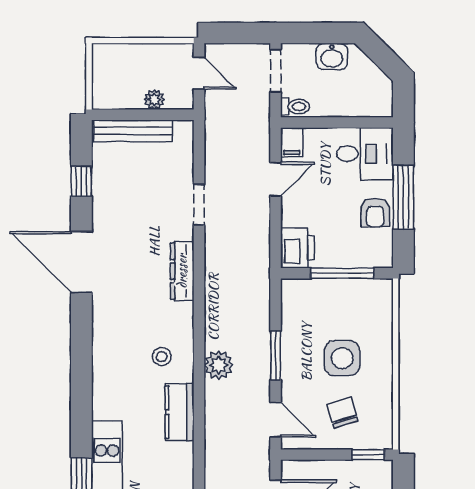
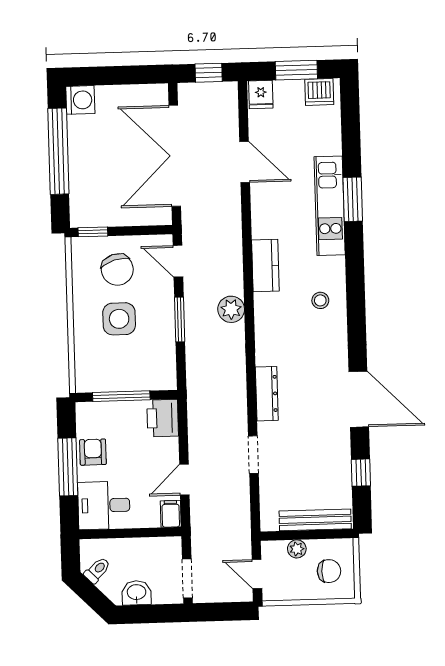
chair: (120, 74) -> (329, 571), added
toilet: (295, 107) -> (97, 570), moved, turned 135
stool: (162, 357) -> (320, 300), moved
chair: (342, 412) -> (117, 270), width x1.37, depth x1.37

